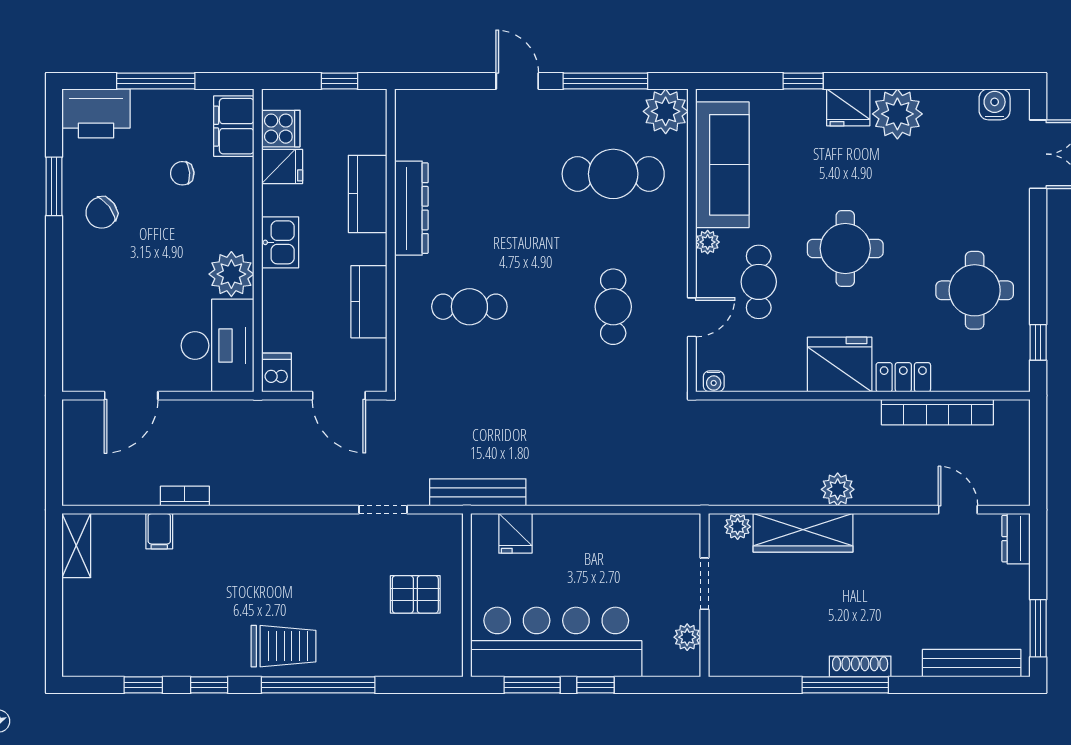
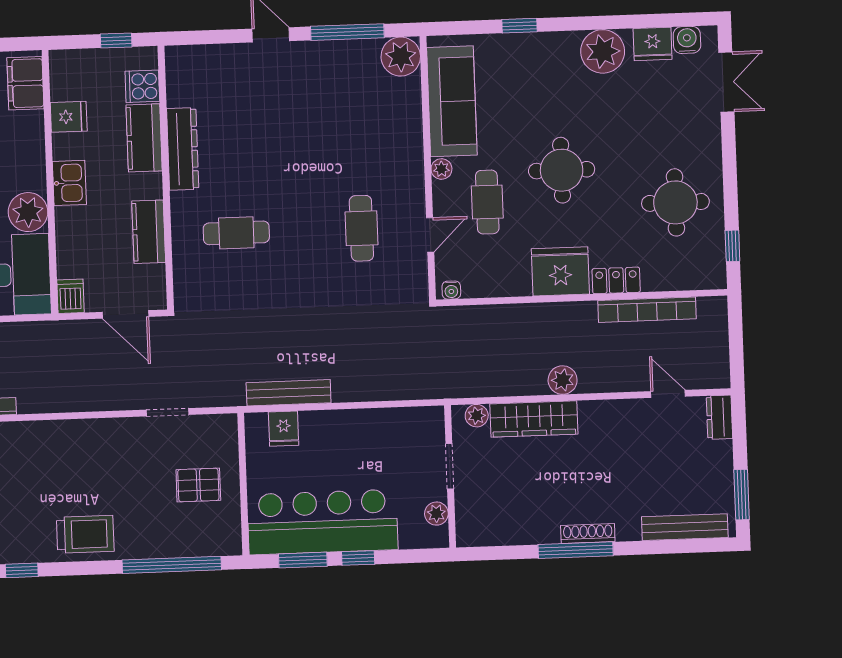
fridge: (848, 107) -> (653, 44), moved
cooker: (281, 129) -> (142, 86), moved, turned 180
cafe table: (613, 174) -> (357, 113), removed
bench: (478, 492) -> (289, 393), moved
window: (318, 685) -> (172, 565), moved

